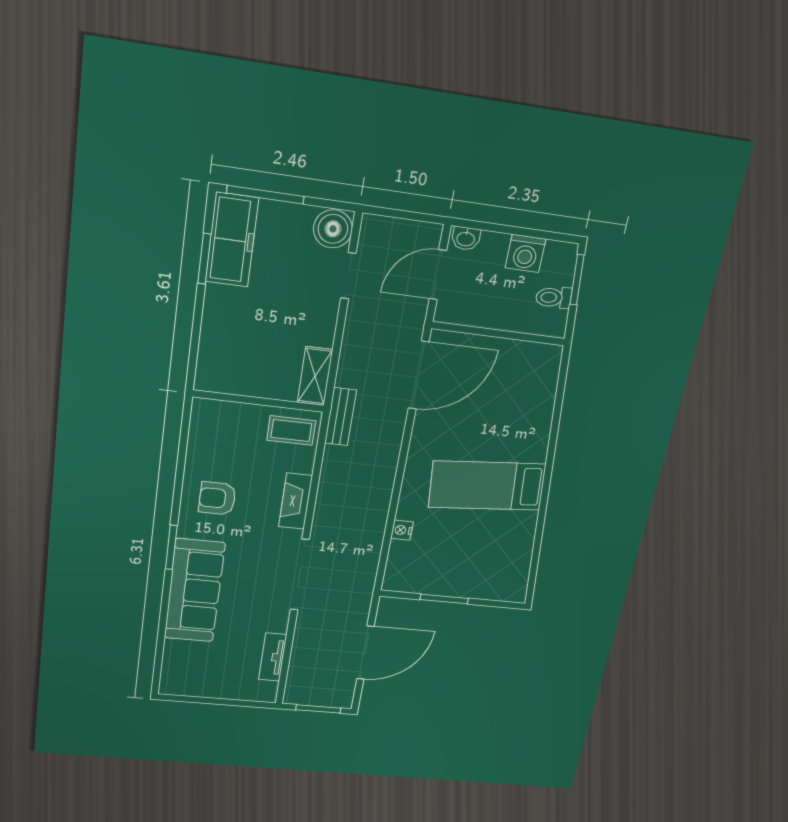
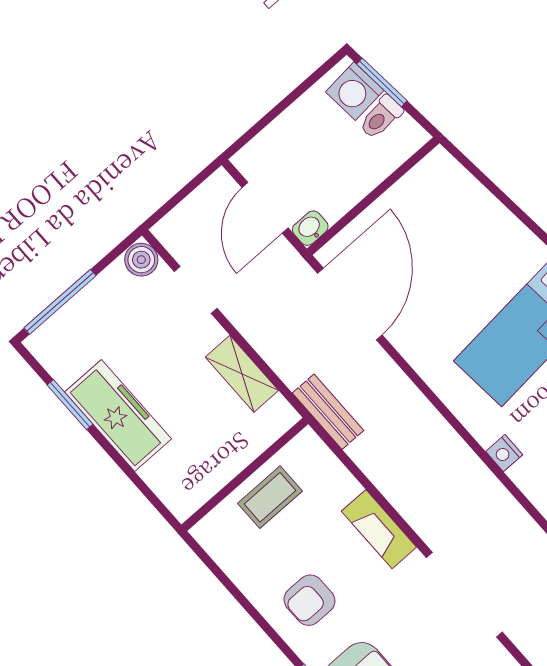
boiler: (333, 229) -> (141, 260), width x0.73, depth x0.73
washbasin: (466, 238) -> (310, 228), moved, turned 180
freezer: (232, 240) -> (118, 415), moved
washing machine: (525, 253) -> (355, 91), moved, turned 85
shelving: (315, 376) -> (242, 374), moved
coffee table: (291, 430) -> (270, 497), moved

